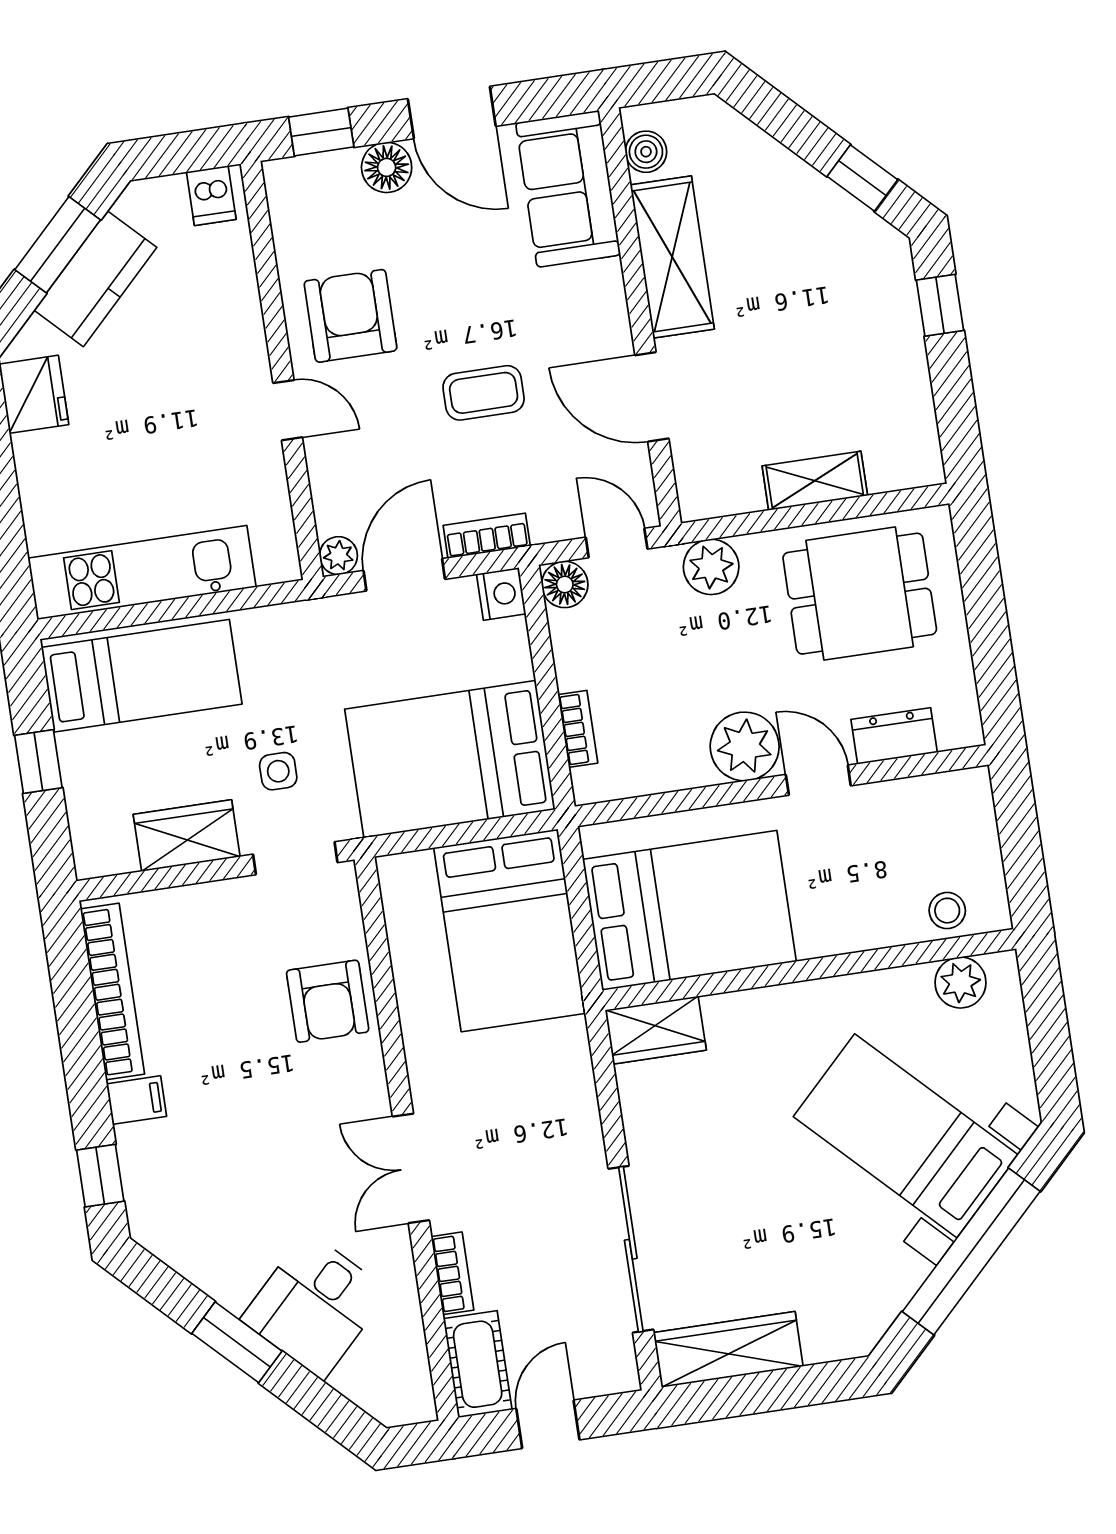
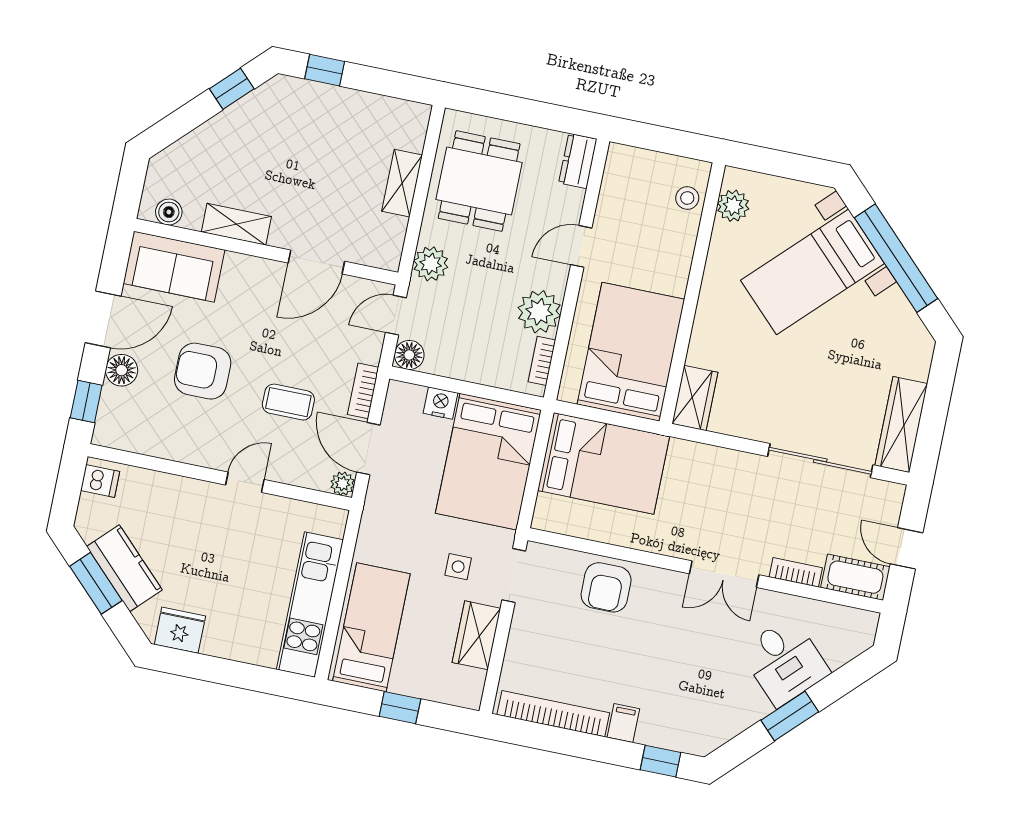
shelving: (672, 257) -> (236, 224), width x0.67, depth x0.75
armchair: (351, 316) -> (203, 371), moved
coffee table: (484, 393) -> (288, 402), moved, turned 90
nightstand: (501, 594) -> (440, 403), moved
bookcase: (578, 729) -> (542, 361), moved, turned -90
dresser: (894, 736) -> (578, 161), moved
plant: (745, 746) -> (539, 312), moved
armchair: (328, 1001) -> (606, 587), turned 90

